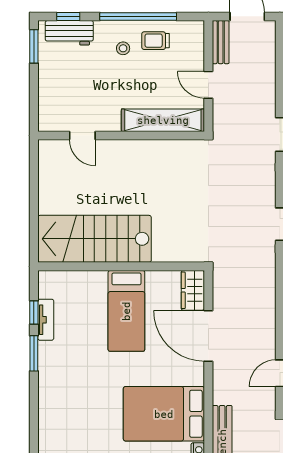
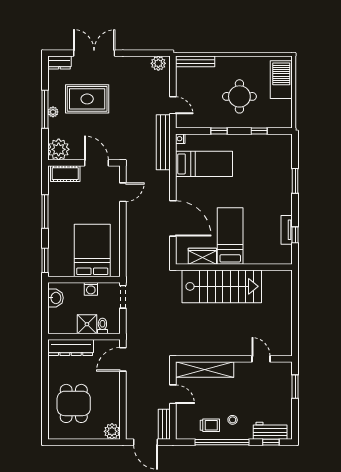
window: (34, 46) -> (295, 387), moved
stairs: (94, 239) -> (222, 286), moved
wardrobe: (193, 290) -> (202, 256), moved, turned -90
window: (34, 353) -> (295, 181), moved
bed: (164, 414) -> (204, 164), width x0.67

